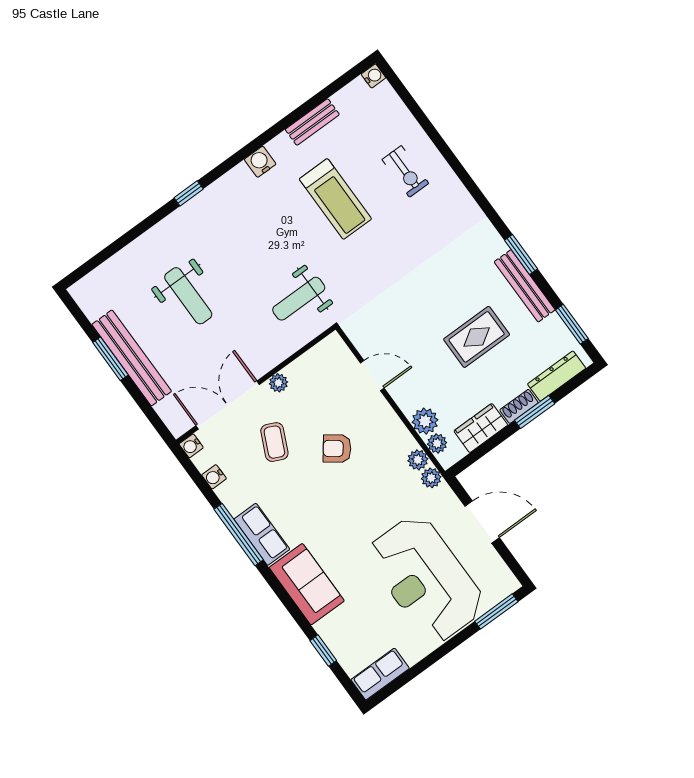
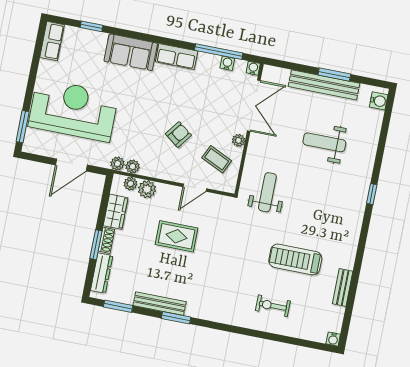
water cooler: (260, 162) -> (379, 101), moved
rug: (477, 337) -> (177, 236), moved, turned 90
coffee table: (274, 442) -> (217, 159), moved
window: (239, 535) -> (219, 52), moved

